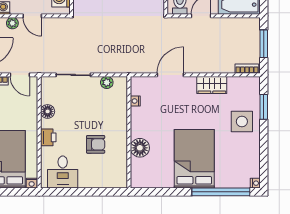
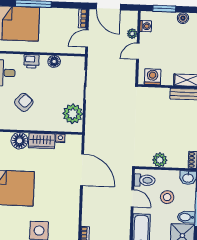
door: (170, 75) -> (82, 170), width x1.36
plant: (107, 82) -> (73, 114), width x1.87, depth x1.87
wardrobe: (212, 85) -> (42, 141), moved, turned -90
armchair: (96, 144) -> (24, 102), turned -139

